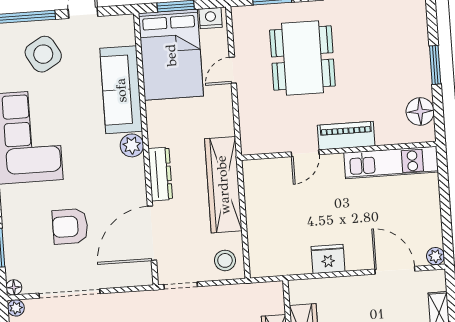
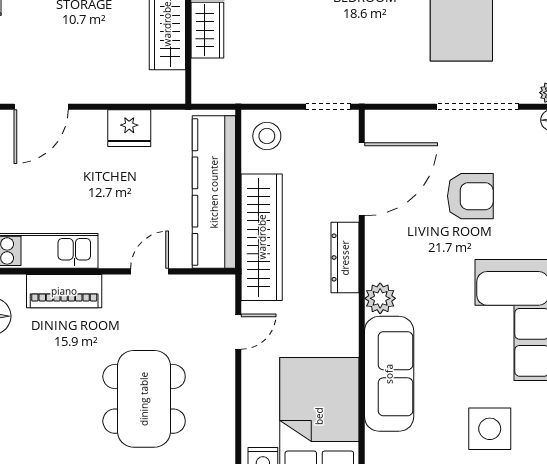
side table: (43, 54) -> (490, 429), turned 30
door: (233, 70) -> (238, 332), moved
piano: (346, 136) -> (64, 291), moved
kitchen counter: (261, 216) -> (214, 192), added
door: (395, 270) -> (41, 107), hinge flipped

